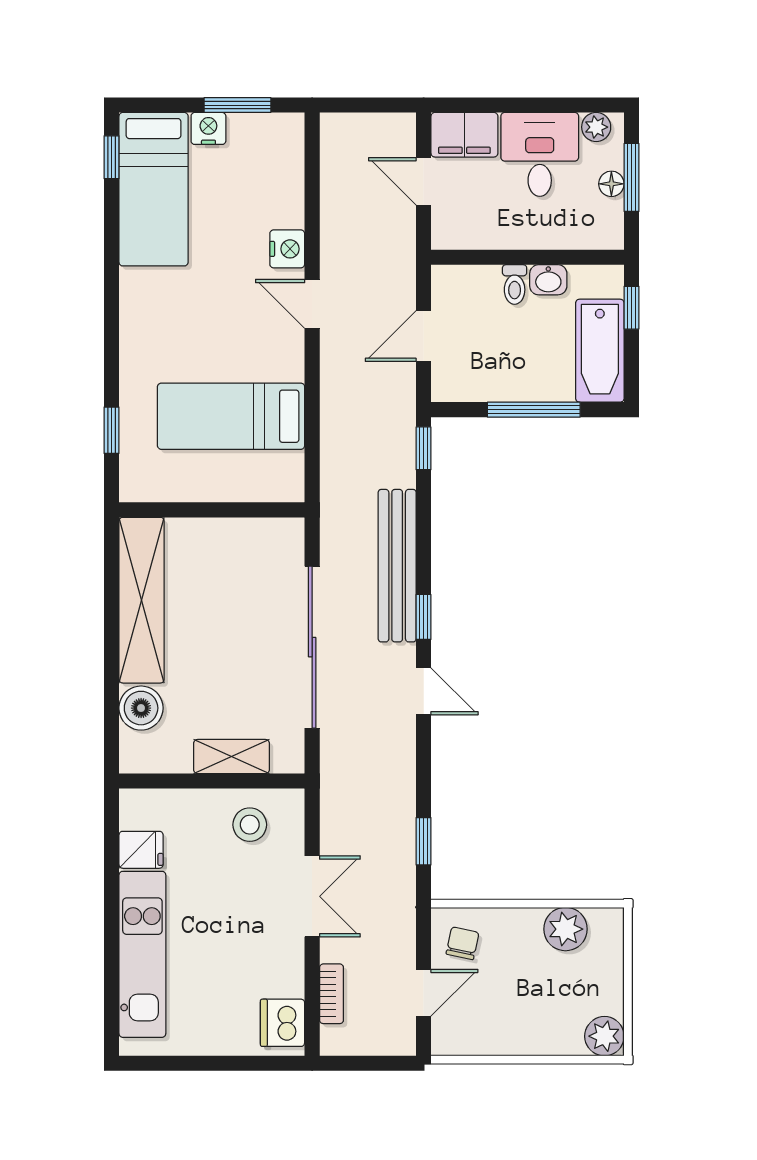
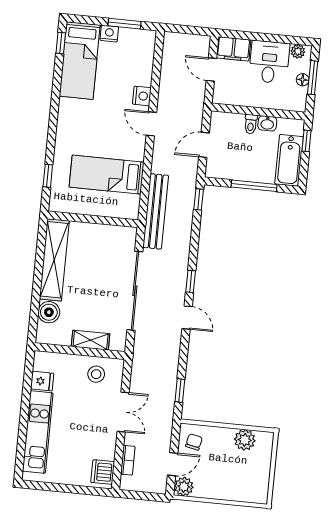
bench: (397, 566) -> (156, 211), moved
plant: (604, 1036) -> (184, 487), moved

